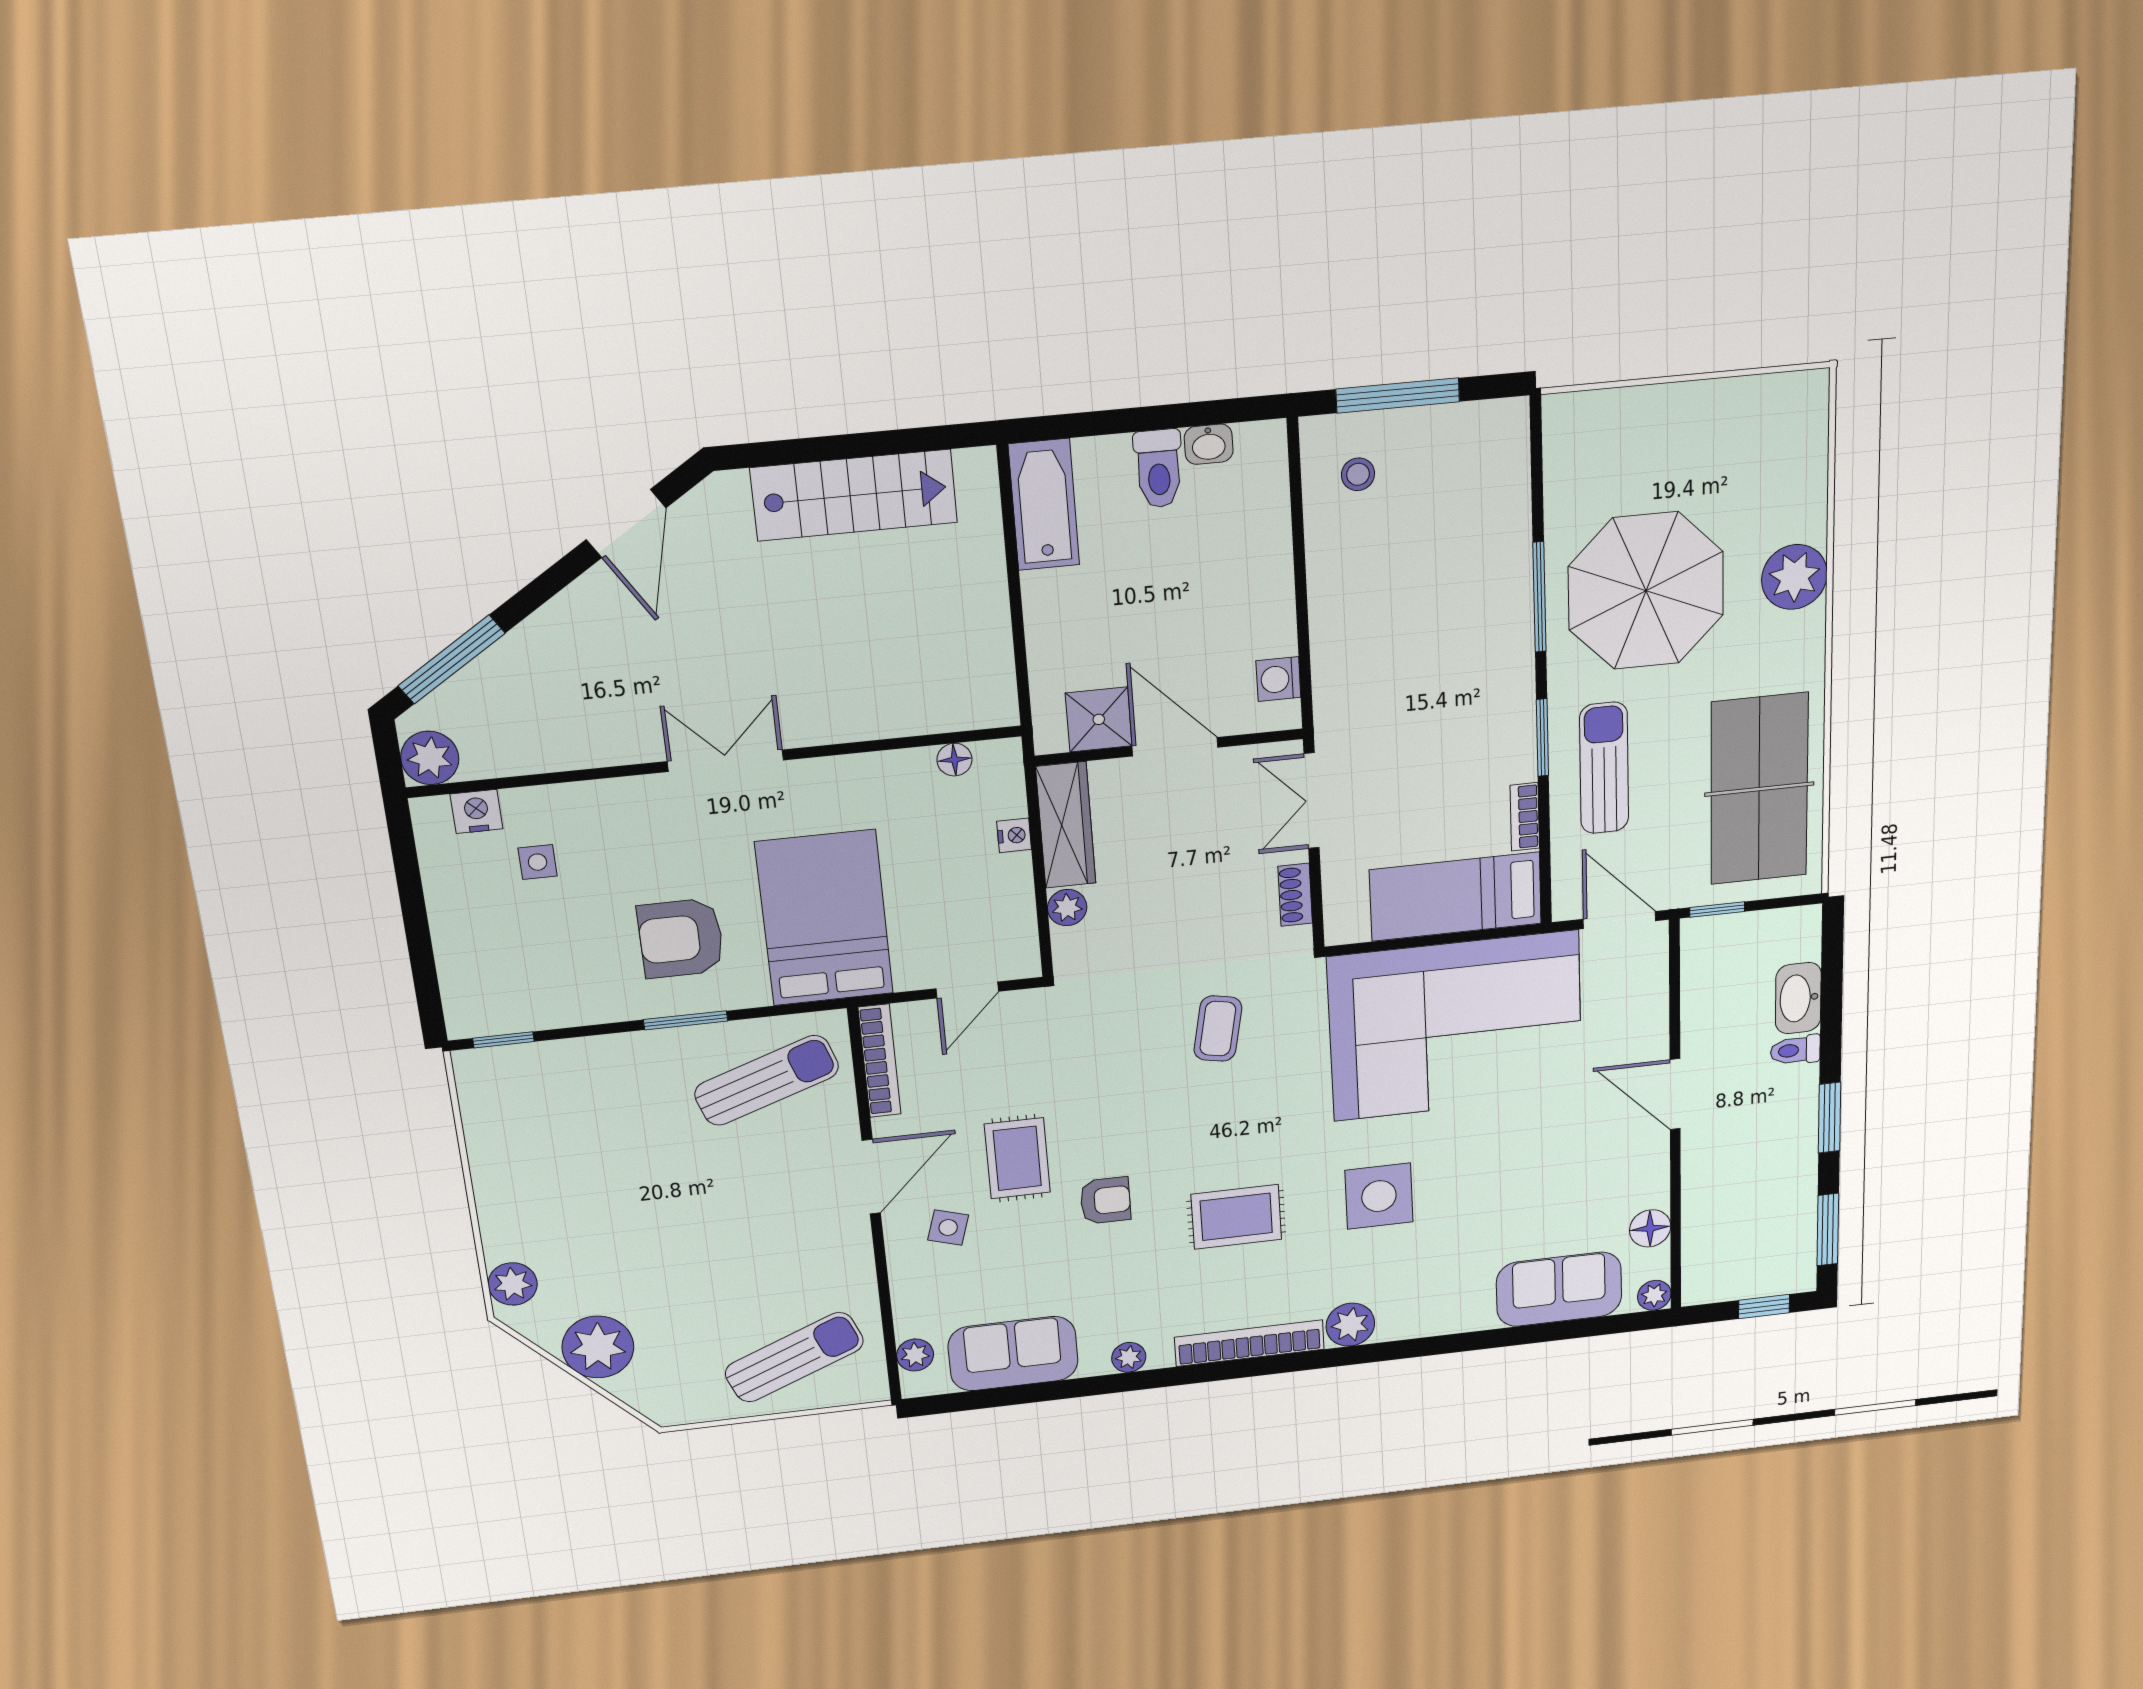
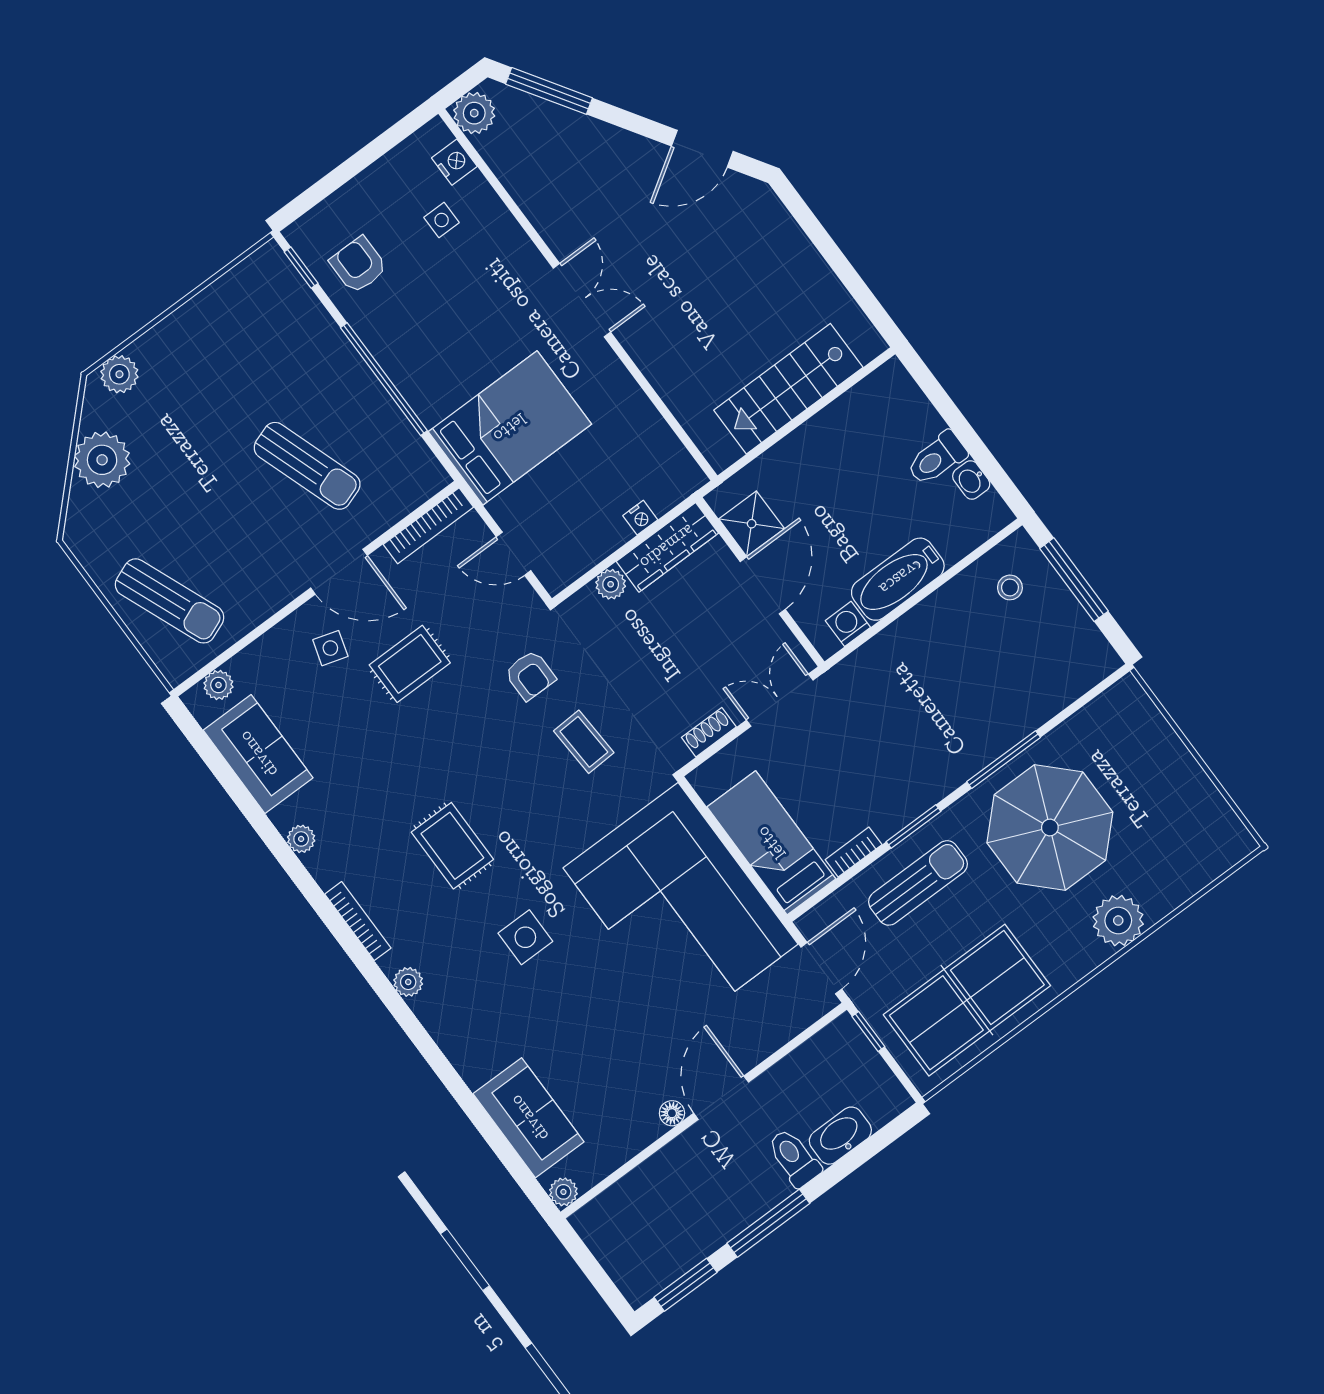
stairs: (854, 495) -> (788, 389), moved, turned 90
bathtub: (1044, 505) -> (898, 579), moved, turned 180
floor lamp: (954, 760) -> (669, 447), removed
armchair: (681, 938) -> (358, 265), moved, width x0.72, depth x0.72
window: (686, 1020) -> (384, 379), width x2.11
coffee table: (1218, 1029) -> (584, 742), turned 76
toilet: (1795, 1050) -> (794, 1158), width x1.37, depth x1.39
sun lounger: (767, 1080) -> (307, 466), moved
window: (1830, 1118) -> (768, 1223), width x1.44
side table: (1379, 1196) -> (525, 937), width x0.73, depth x0.73
armchair: (1105, 1201) -> (530, 675), moved
floor lamp: (1650, 1228) -> (672, 1113), moved, width x0.73, depth x0.73
window: (1764, 1307) -> (601, 1281), removed
plant: (1350, 1325) -> (408, 982), width x0.73, depth x0.73
bookcase: (1249, 1343) -> (358, 921), width x0.68, depth x0.76

